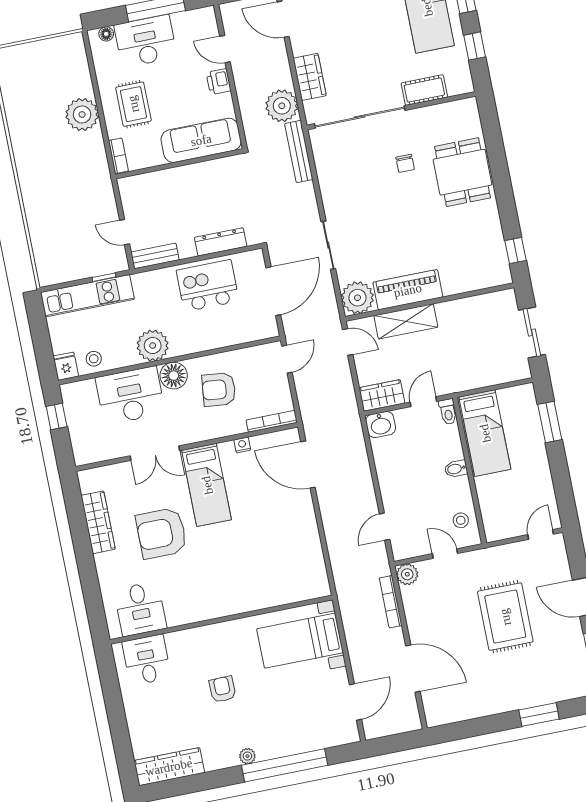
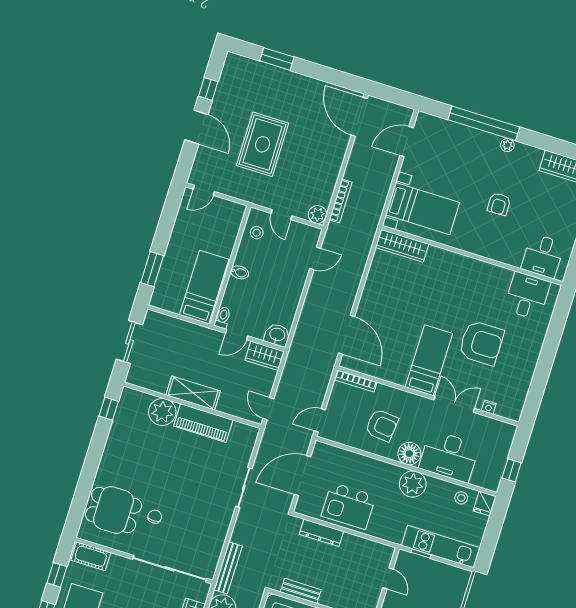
cot: (424, 90) -> (91, 556), moved
dining table: (462, 172) -> (114, 510), moved, turned 90
bench: (155, 256) -> (301, 591), moved
plant: (358, 298) -> (162, 412), moved
shelving: (406, 321) -> (193, 393), moved
nightstand: (242, 445) -> (489, 407), moved
wardrobe: (98, 522) -> (402, 246), moved, turned -90
door: (413, 669) -> (359, 117), moved

